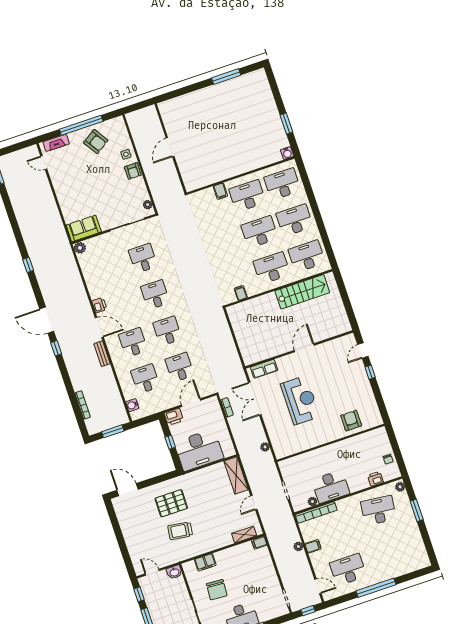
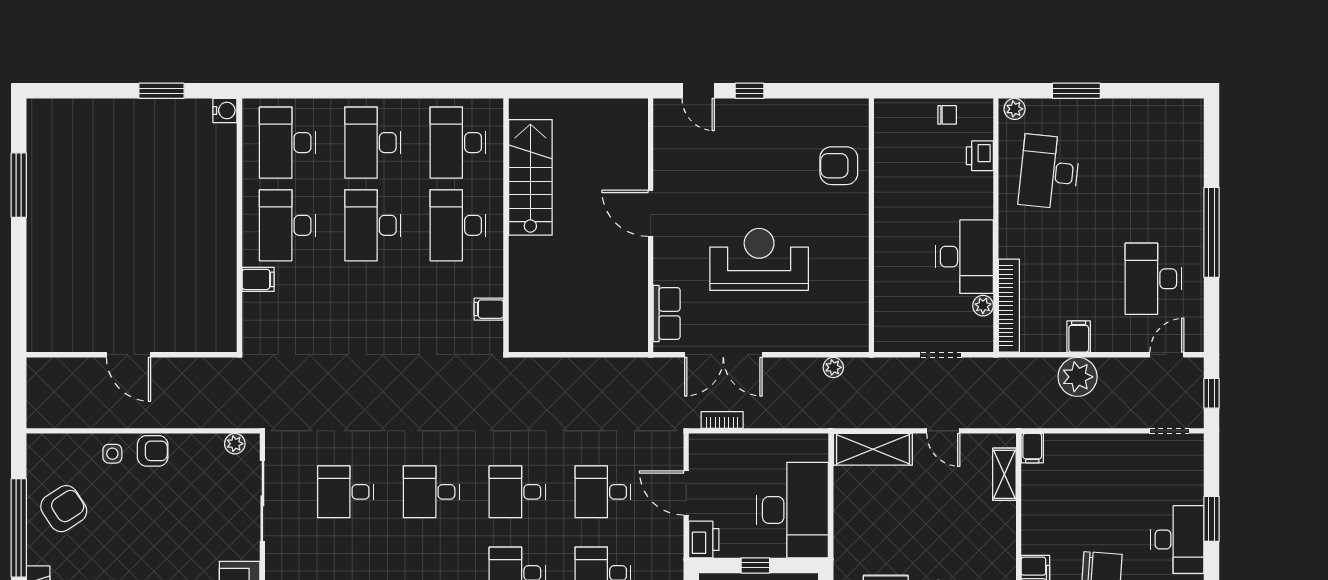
plant: (298, 546) -> (1078, 377), width x1.88, depth x1.88

